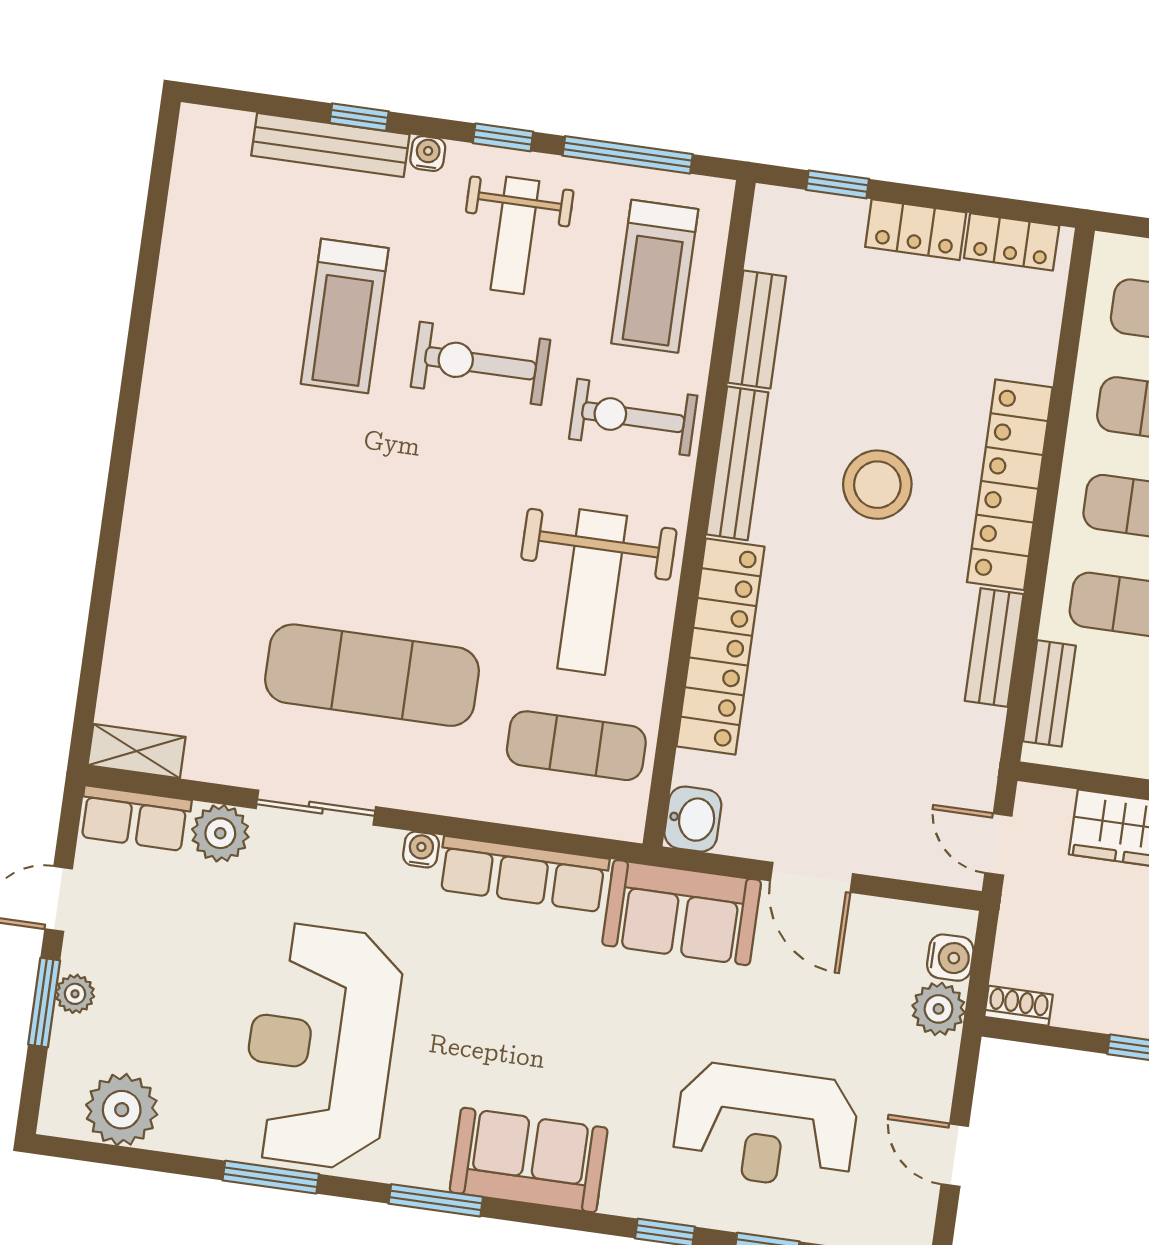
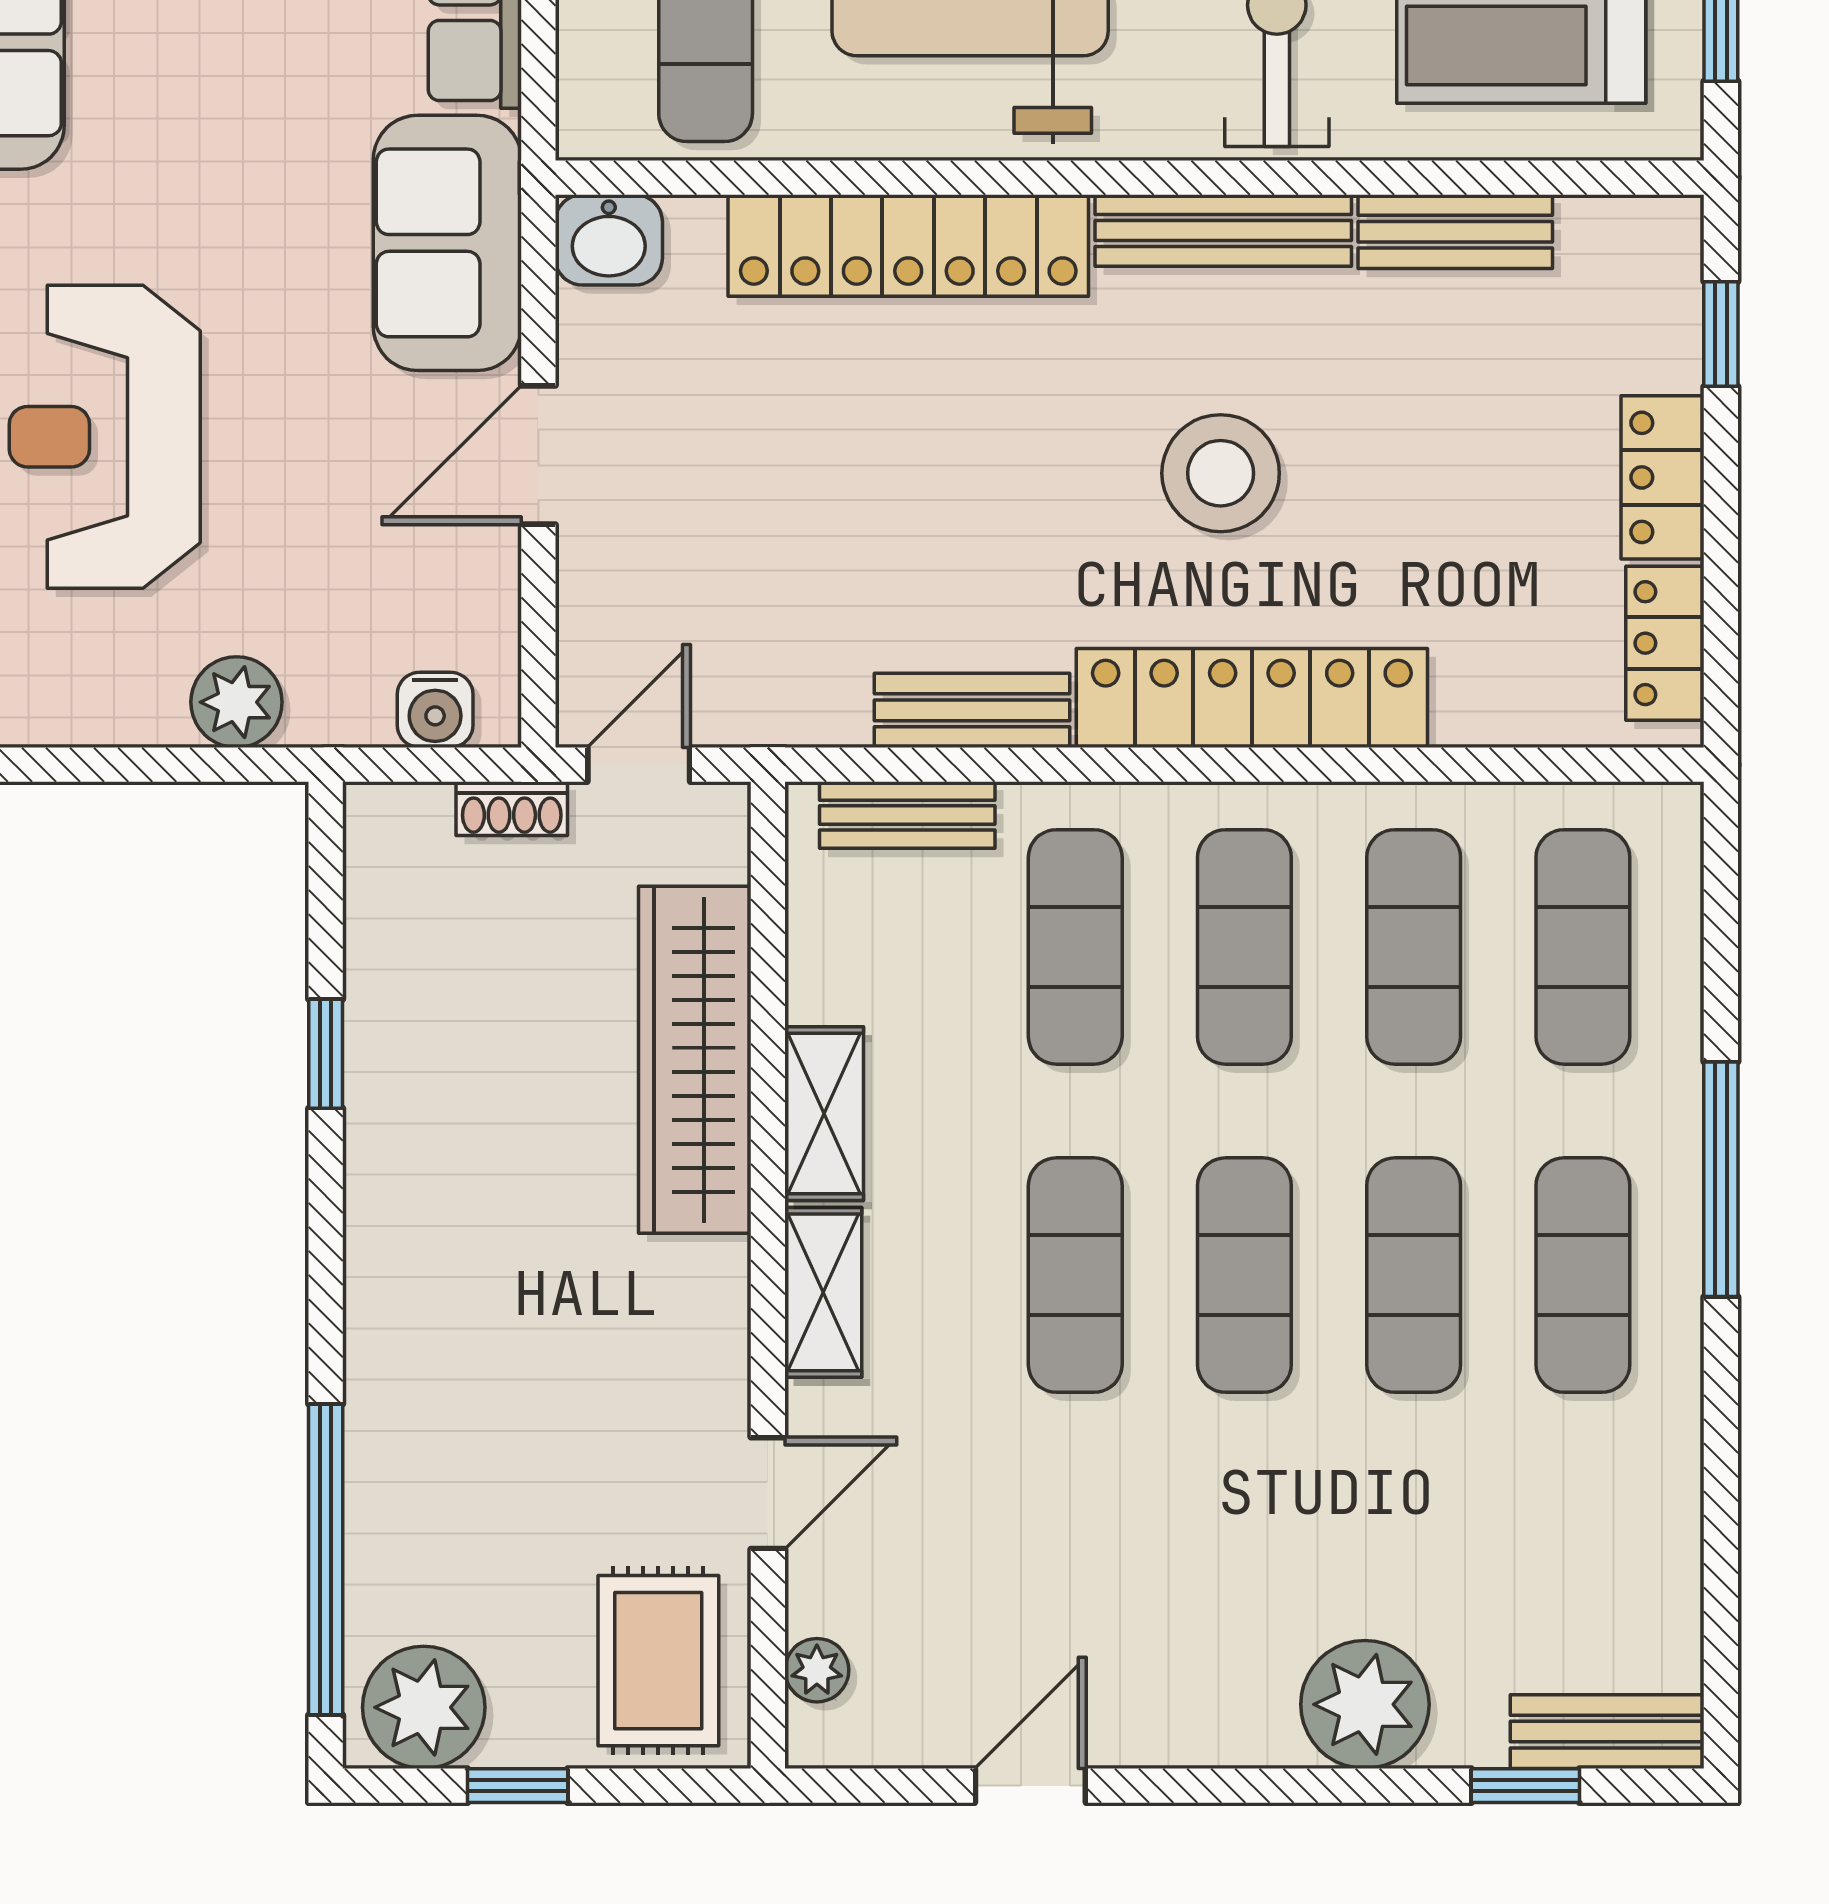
shoe rack: (1018, 1006) -> (512, 809), moved, turned 90
plant: (938, 1009) -> (236, 702), moved
door: (955, 1155) -> (101, 765), removed

